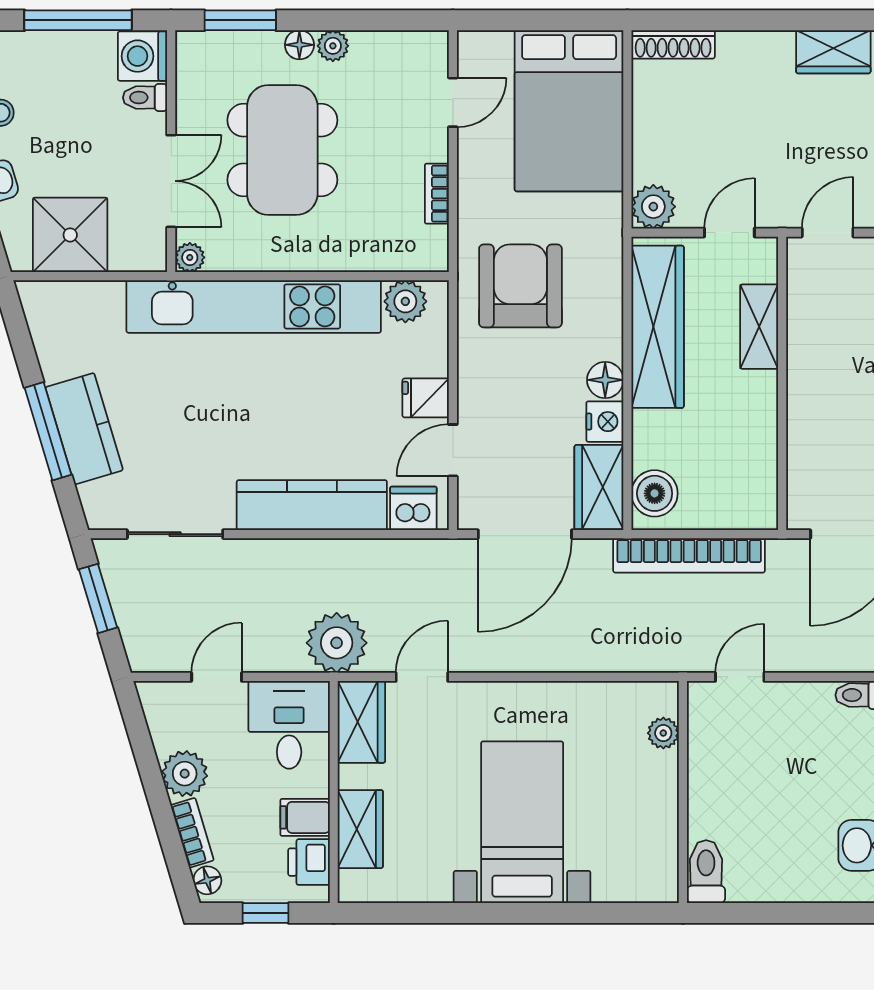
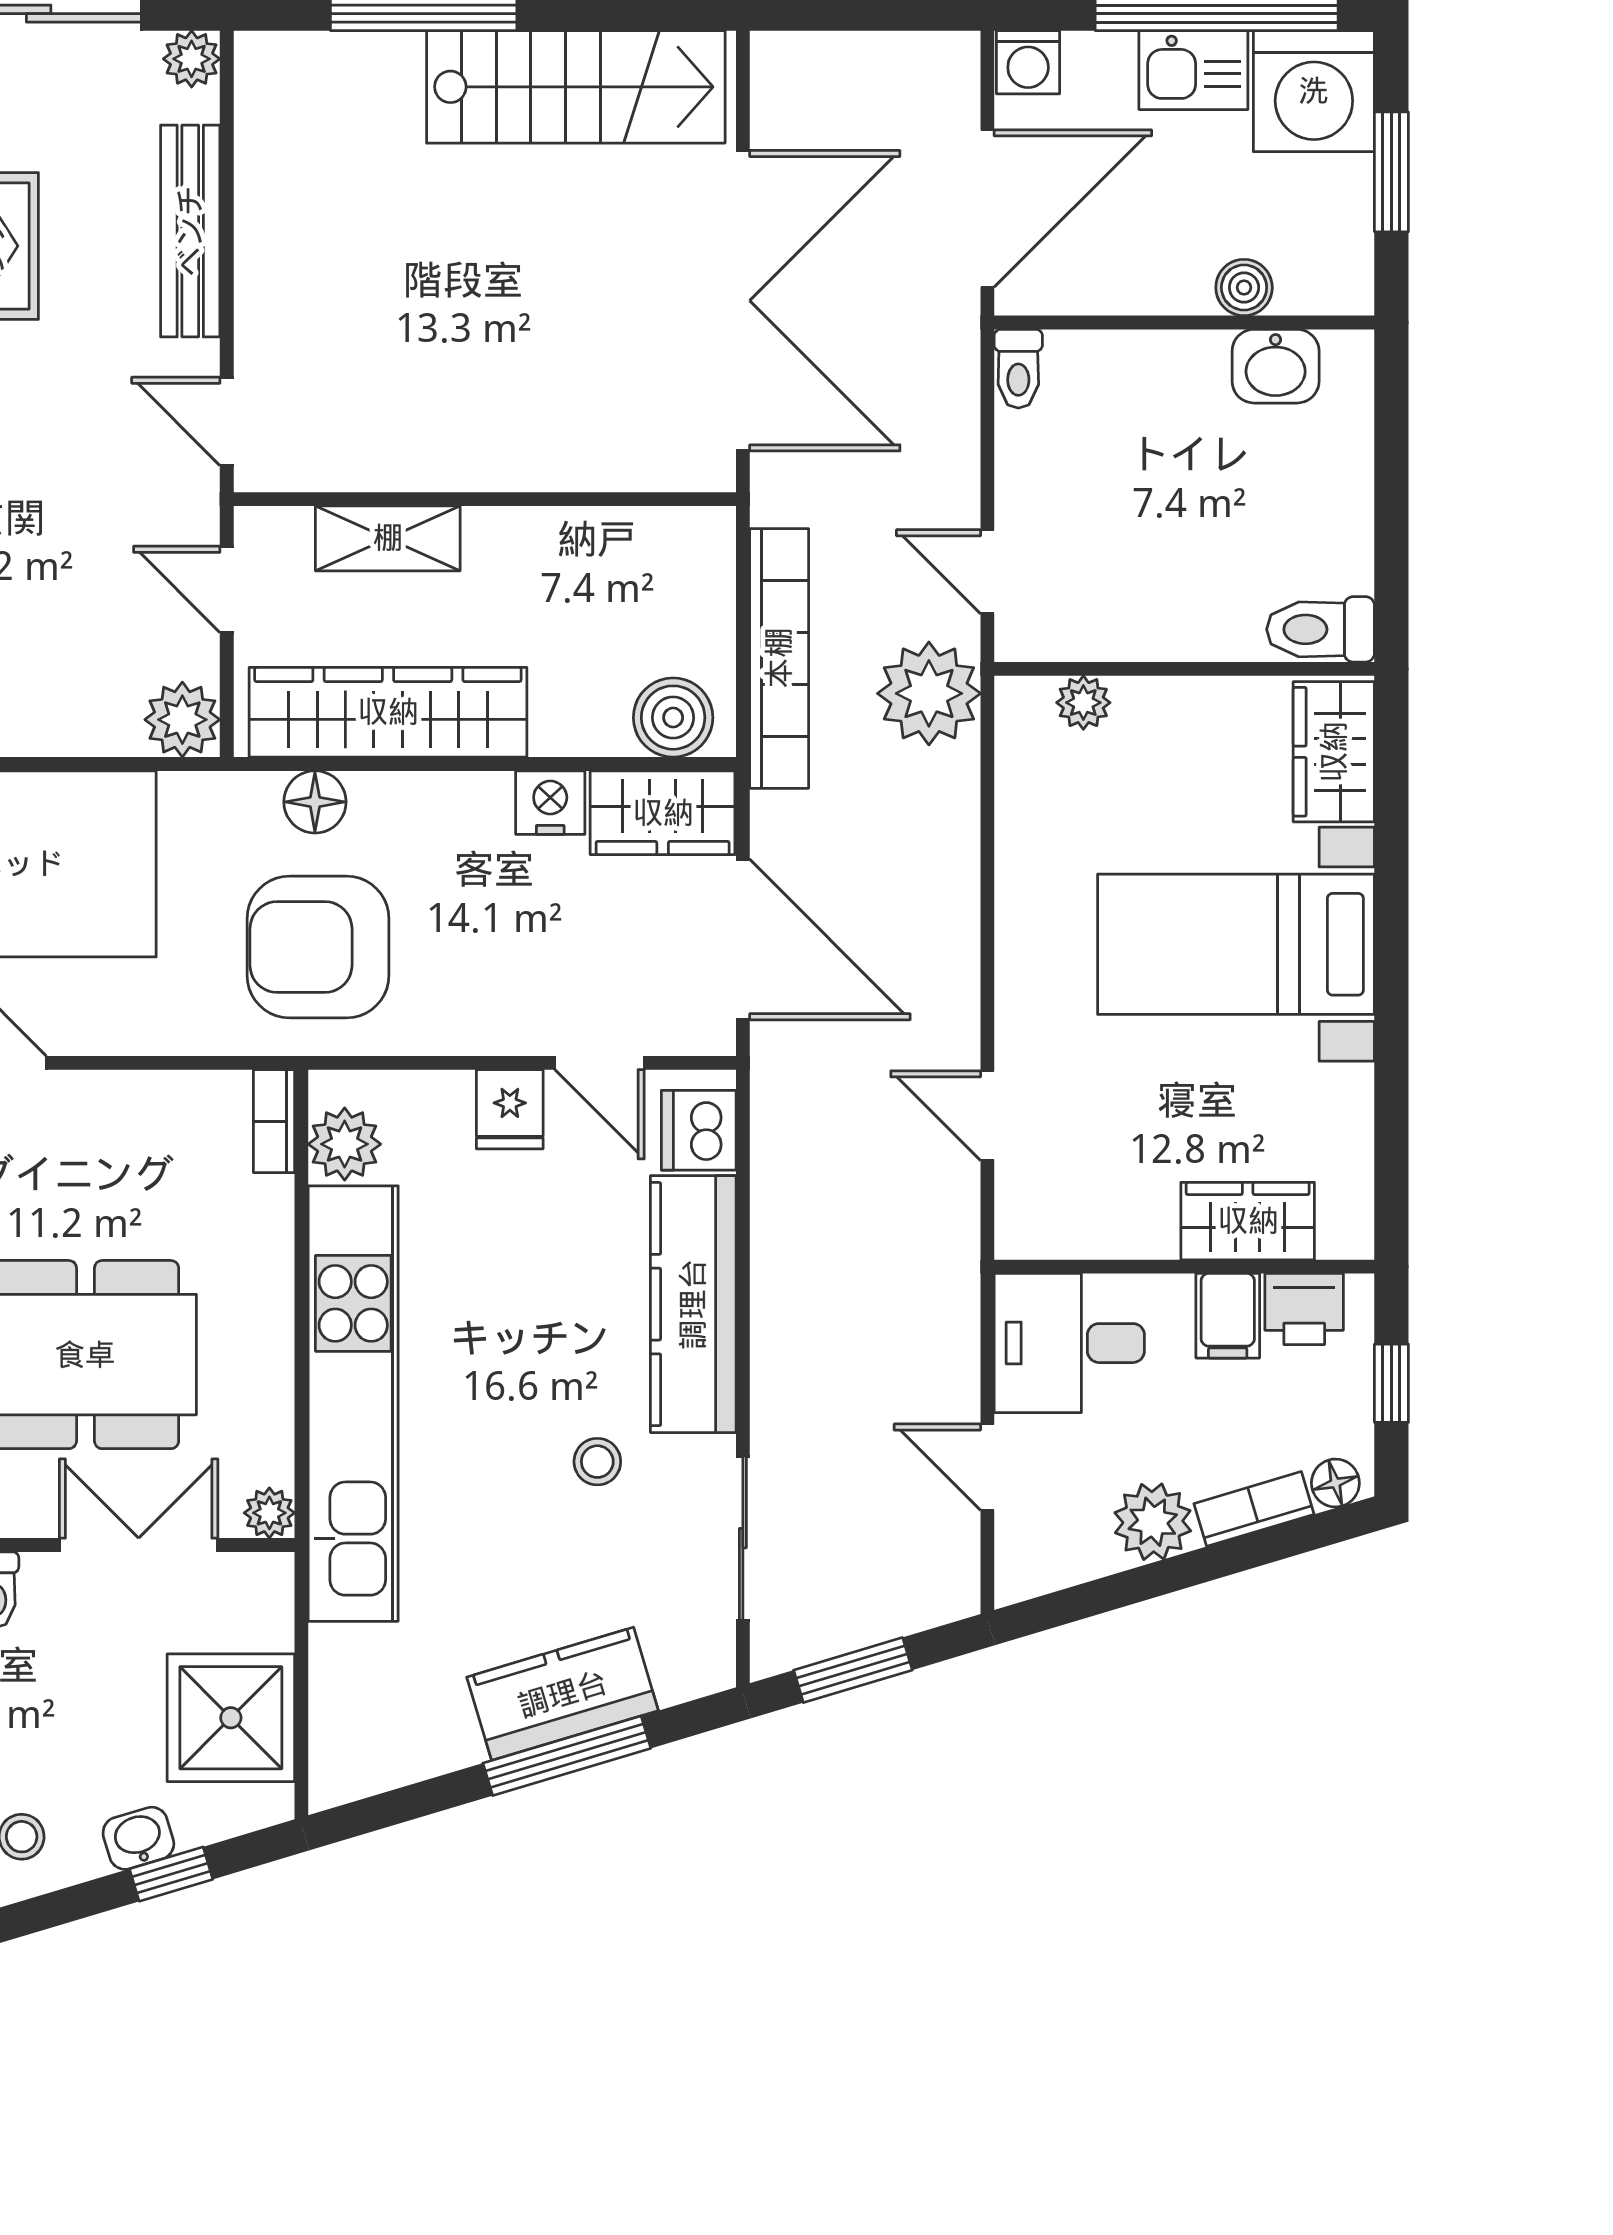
bookcase: (437, 194) -> (274, 1121), moved, turned 90
floor lamp: (605, 380) -> (315, 802), moved
stool: (220, 449) -> (597, 1462), added
plant: (337, 643) -> (929, 693), moved
wardrobe: (361, 722) -> (1334, 752), moved, turned -90

